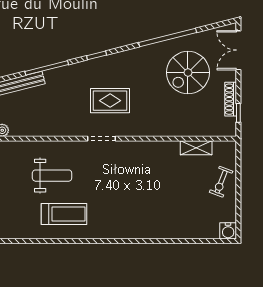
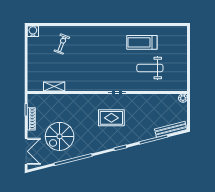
spiral stairs: (188, 73) -> (60, 136), turned 180
exercise bike: (221, 182) -> (62, 44), moved

